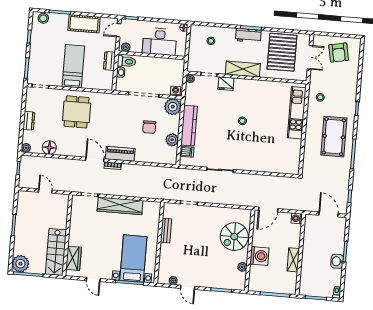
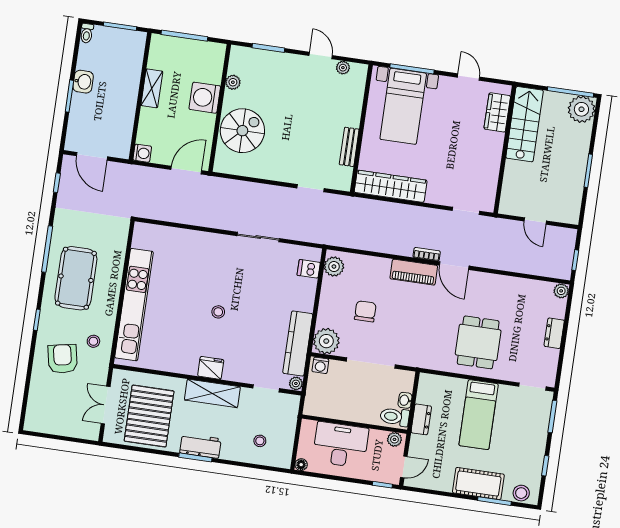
cot: (84, 24) -> (478, 483), moved
armchair: (339, 53) -> (63, 359), moved
fridge: (226, 84) -> (211, 368), moved
kitchen unit: (297, 113) -> (134, 305), width x1.36
kitchen counter: (189, 126) -> (298, 343), moved
plant: (172, 140) -> (334, 267), moved
floor lamp: (49, 148) -> (525, 289), removed
wardrobe: (120, 206) -> (391, 186), moved

